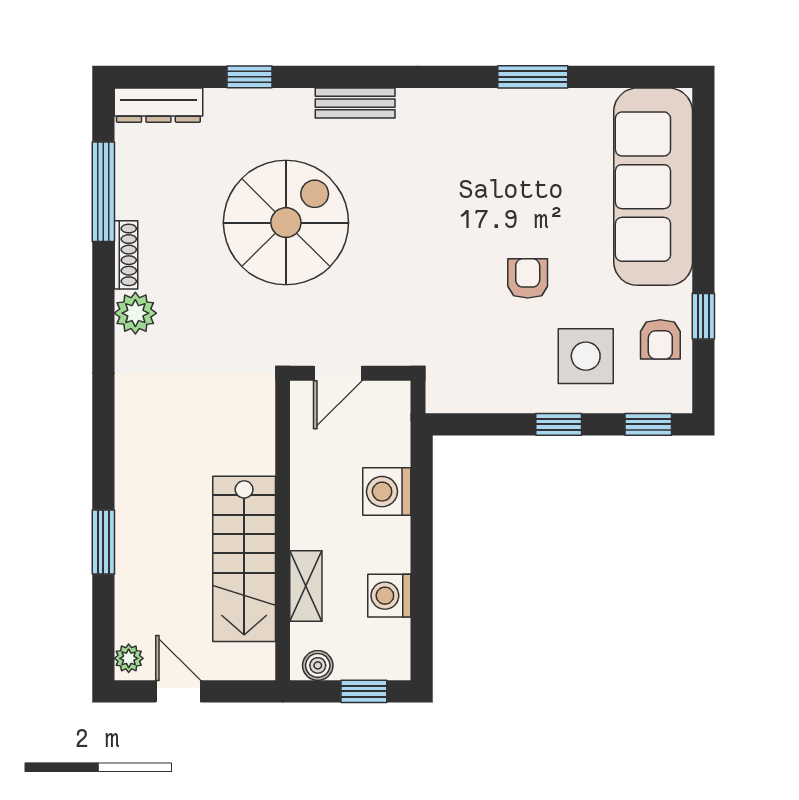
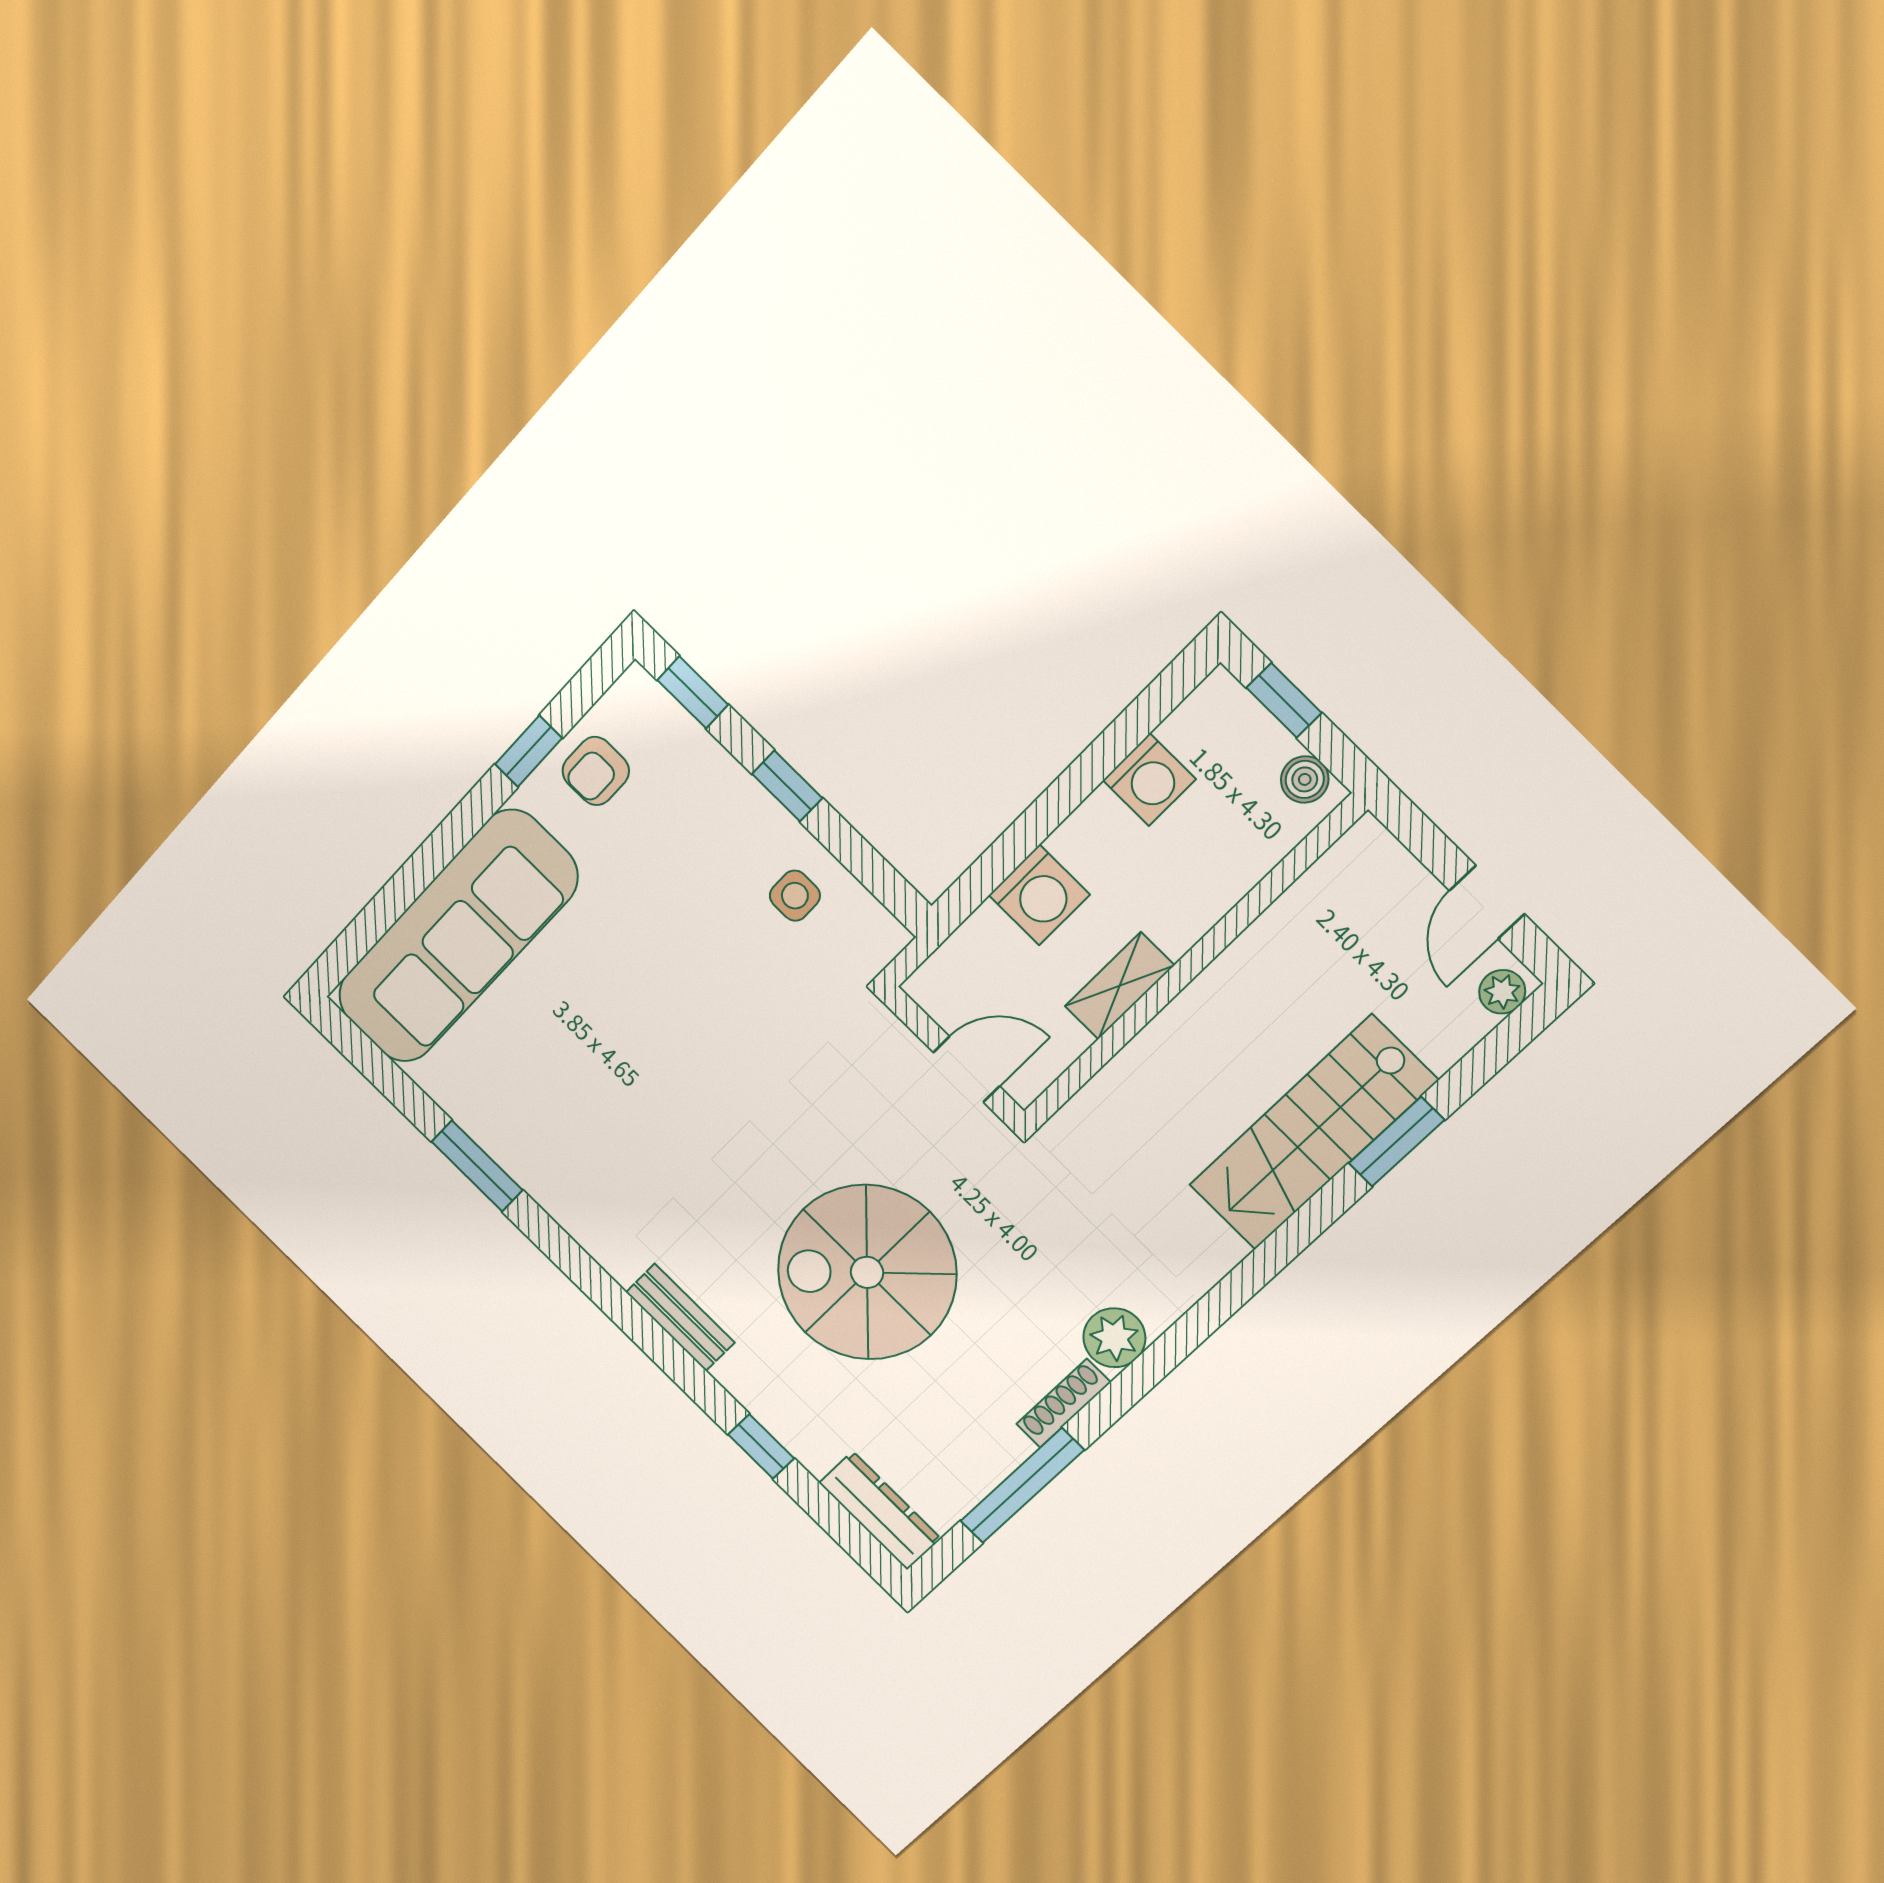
armchair: (528, 278) -> (674, 971), removed
armchair: (660, 339) -> (596, 771), turned 180
side table: (586, 356) -> (795, 896), moved, width x0.54, depth x0.54
stairs: (244, 559) -> (1313, 1133), moved, turned 180
shelving: (306, 586) -> (1120, 986), moved

